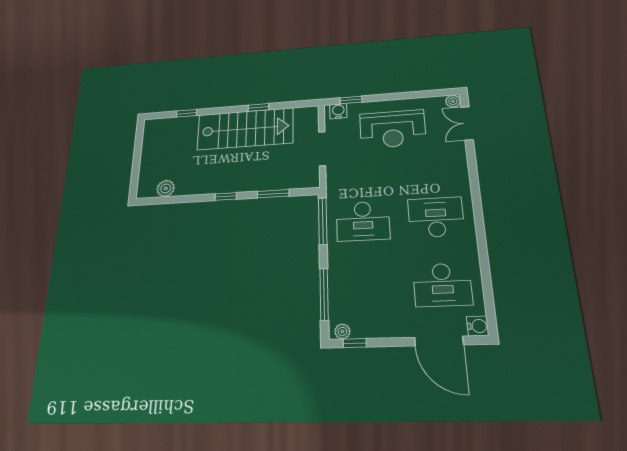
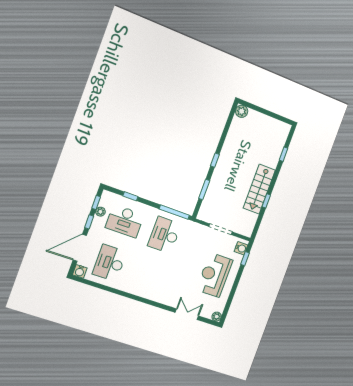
double door: (467, 123) -> (187, 314), moved
stairs: (245, 129) -> (259, 189), width x0.73, depth x0.66
plant: (166, 188) -> (242, 111), moved
desk: (436, 217) -> (125, 221), moved, turned 90
window: (324, 294) -> (130, 196), width x0.46
plant: (342, 331) -> (100, 212), moved
window: (390, 342) -> (89, 222), added

